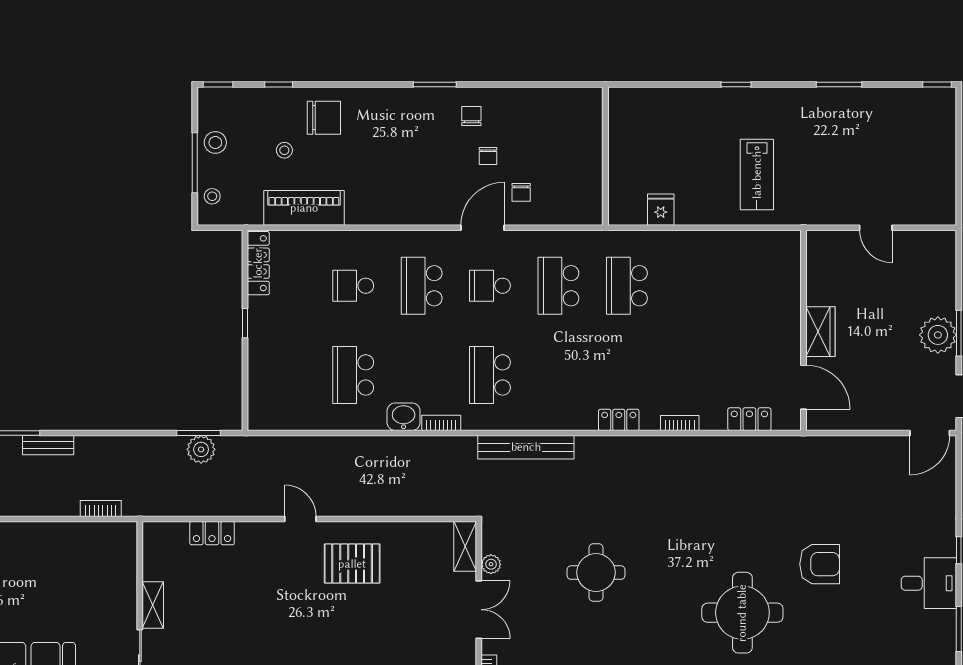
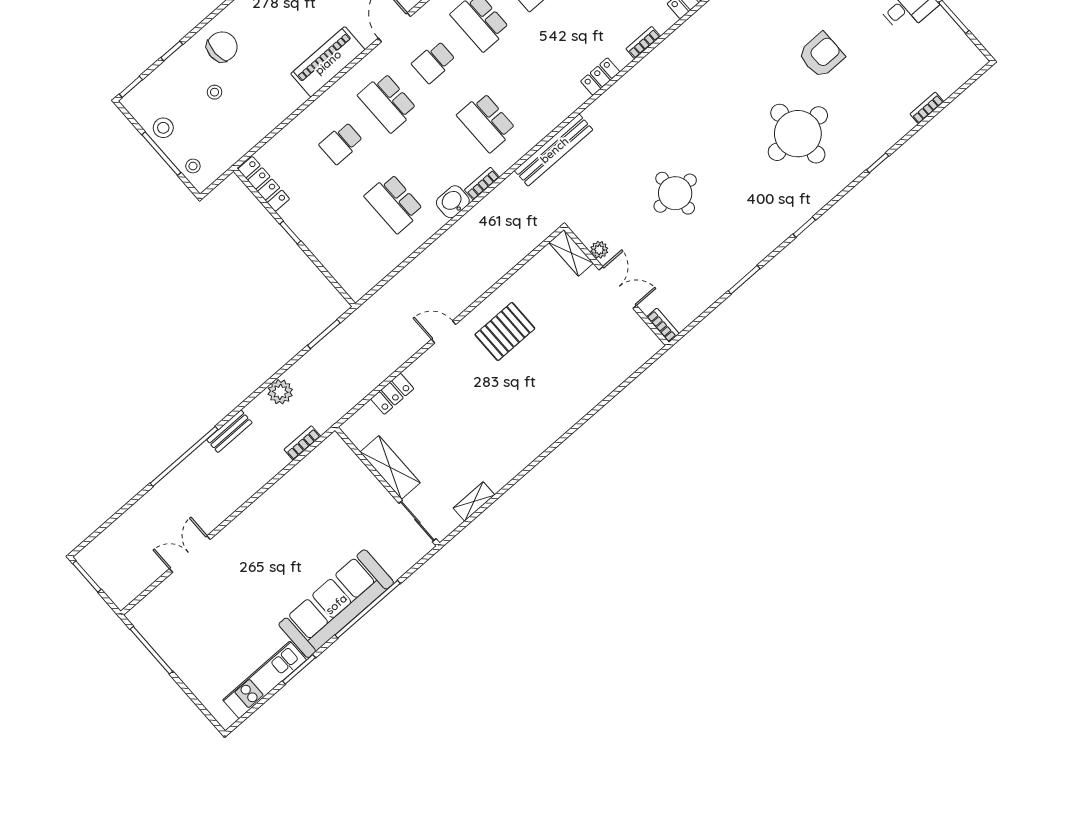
piano: (304, 208) -> (328, 62), moved
plant: (201, 449) -> (280, 392), moved
shelving: (153, 605) -> (390, 467), width x1.50, depth x1.33

